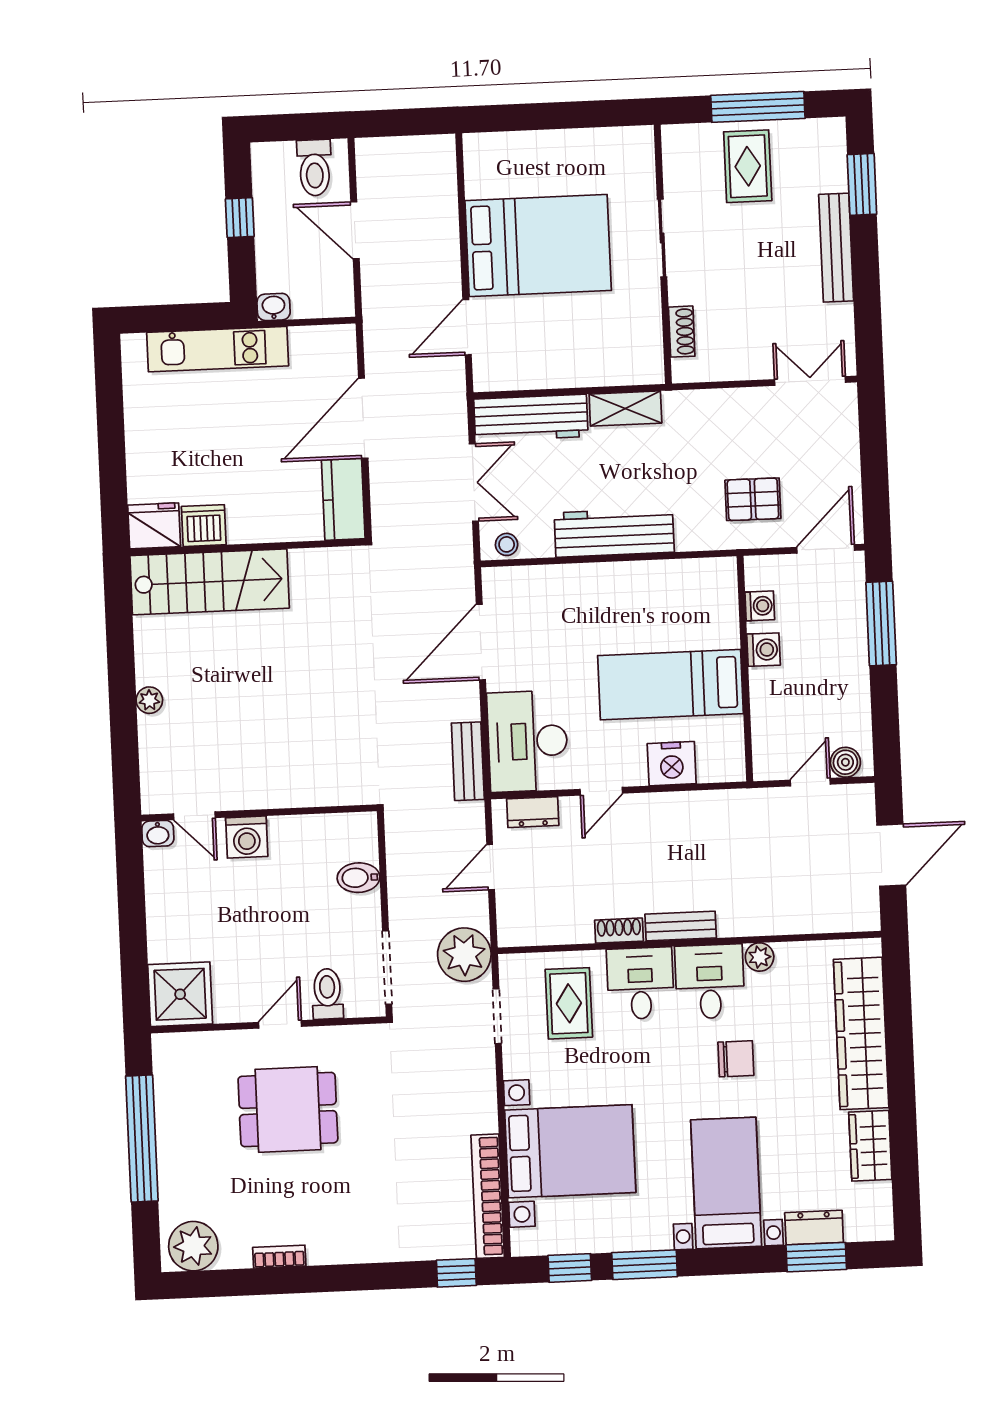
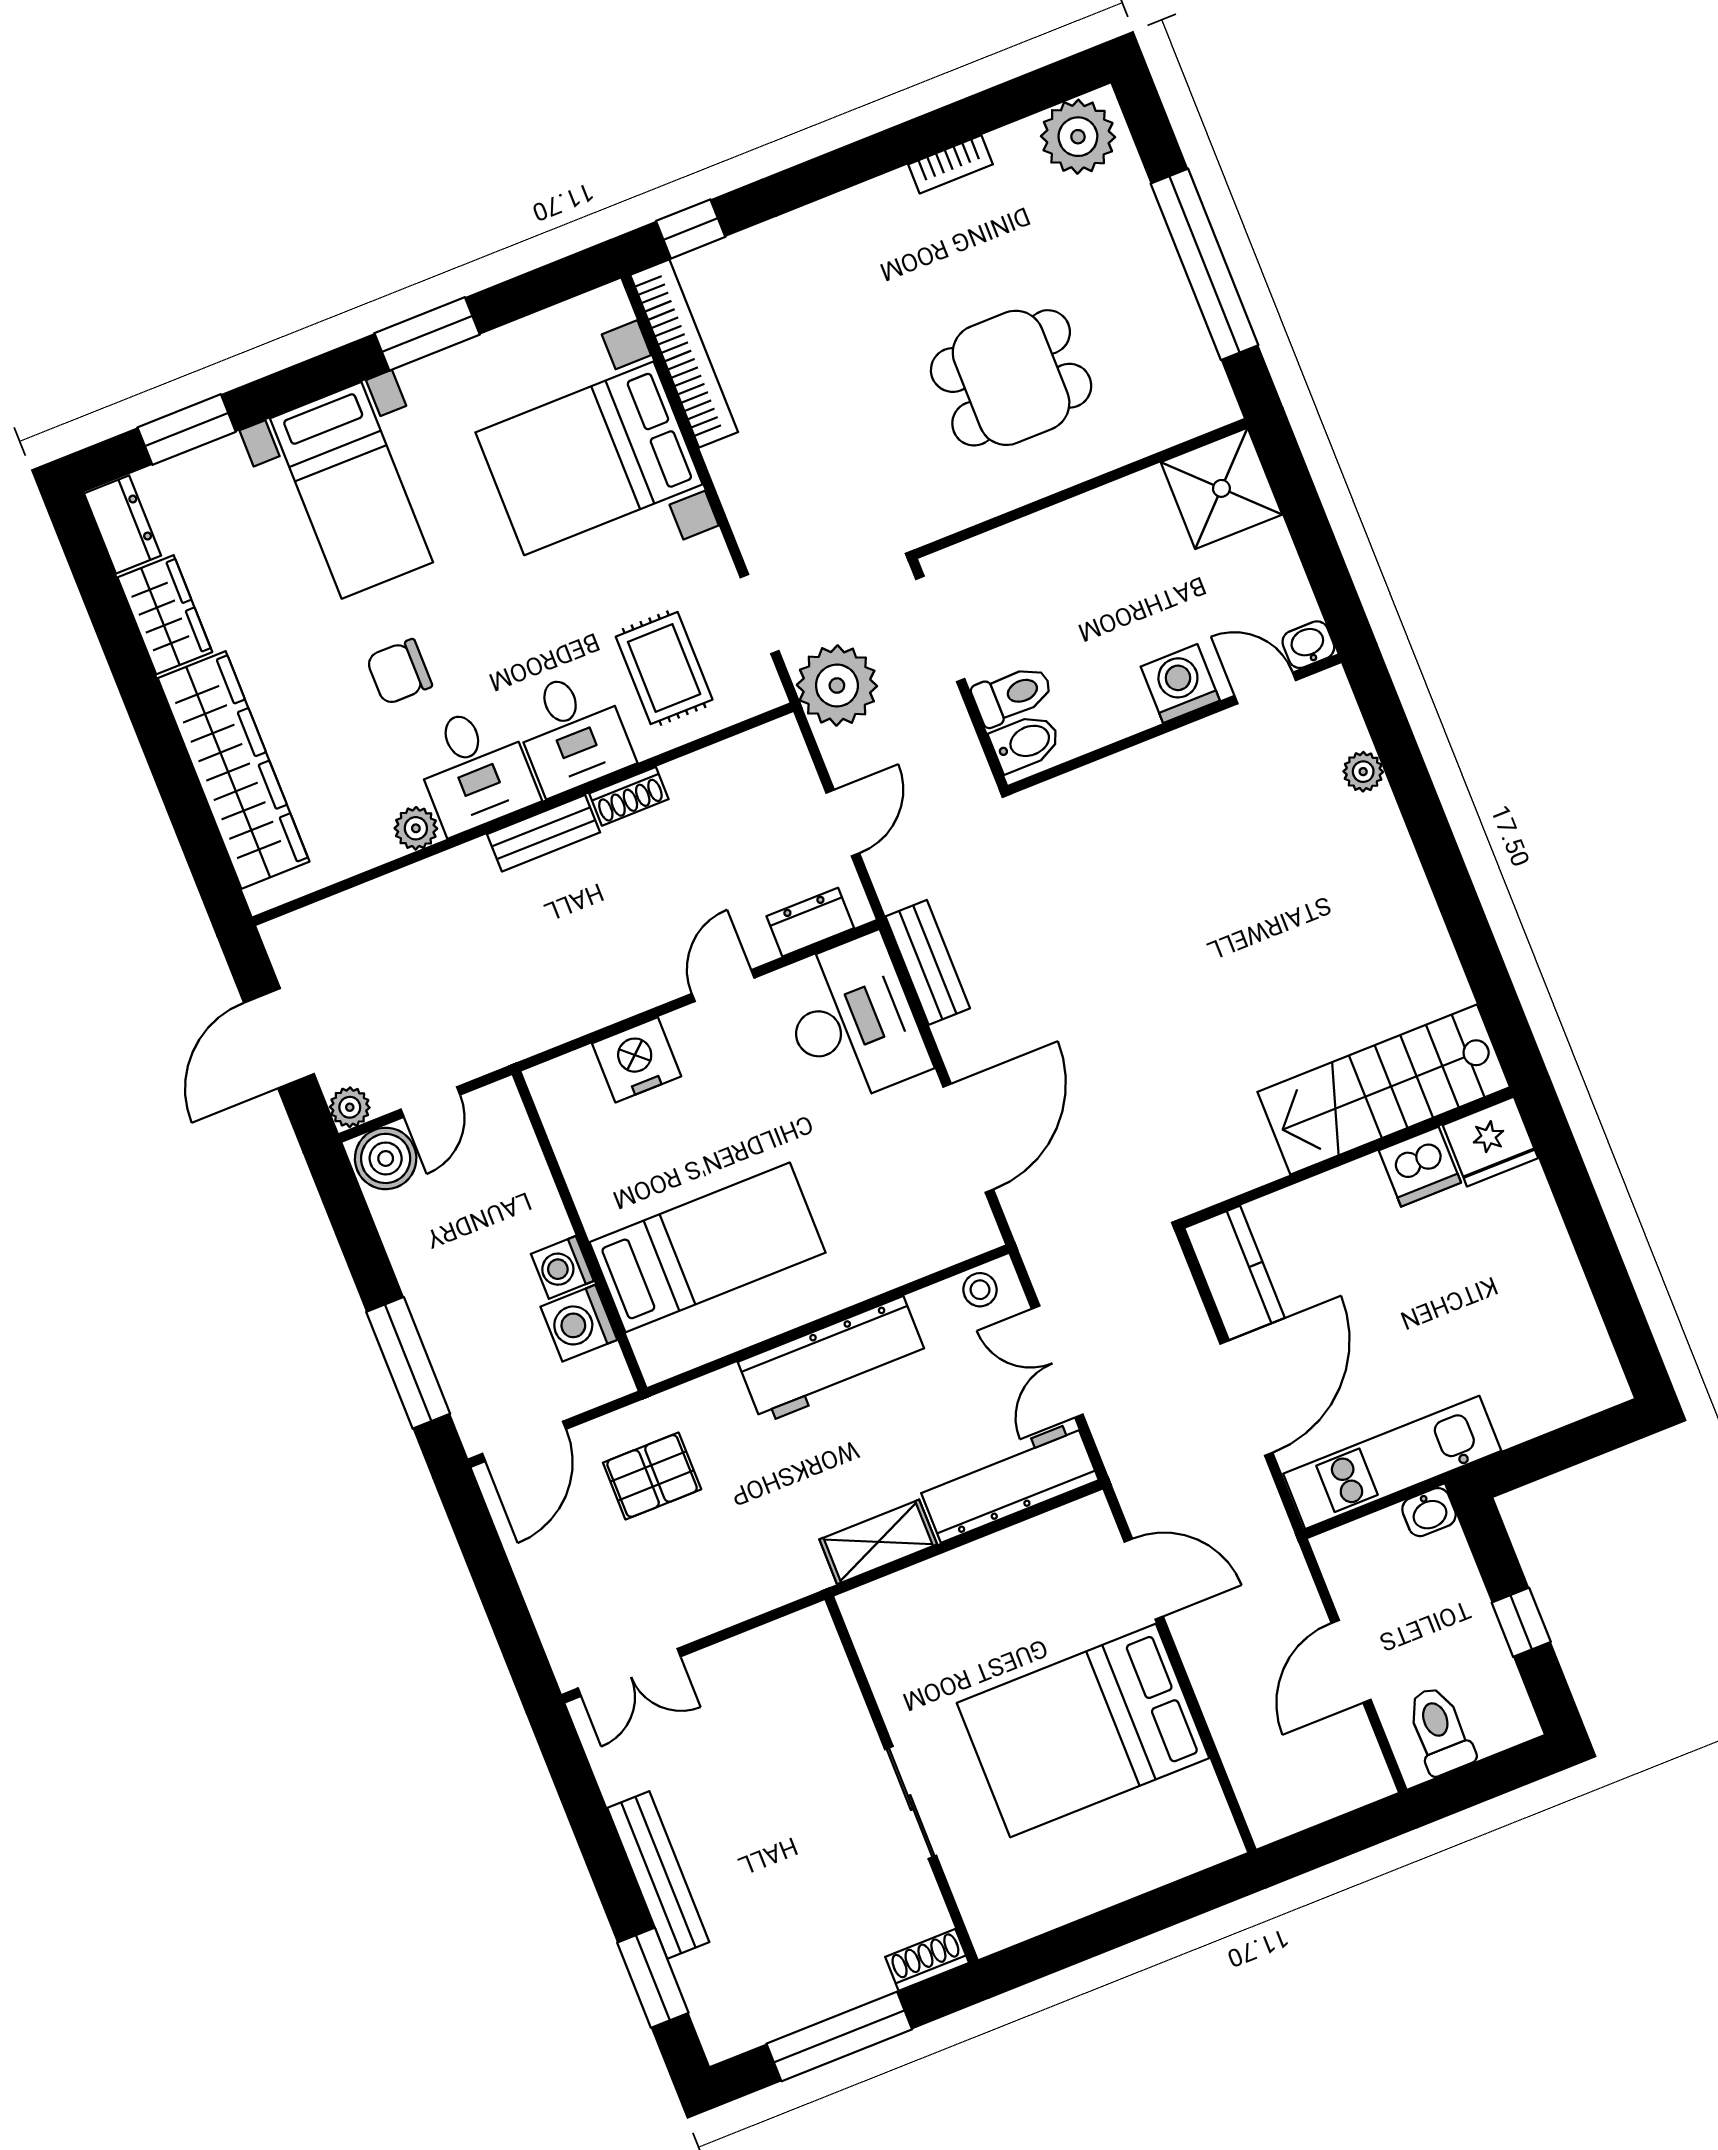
rug: (748, 166) -> (824, 1947), removed
door: (355, 230) -> (1351, 1661), swing flipped
door: (467, 327) -> (1144, 1579), hinge flipped
shoe rack: (682, 332) -> (927, 1960), moved, turned 90
kitchen unit: (218, 349) -> (1392, 1462), moved
washing machine: (760, 606) -> (579, 1323), width x1.38, depth x1.38
bed: (671, 685) -> (708, 1247), moved
plant: (149, 700) -> (1363, 772), moved
boiler: (845, 762) -> (386, 1158), width x1.36, depth x1.36
plant: (862, 797) -> (350, 1107), added
wall: (259, 813) -> (1175, 724), moved
door: (194, 816) -> (1265, 688), moved
washbasin: (158, 834) -> (1308, 645), moved
washing machine: (247, 837) -> (1180, 684), moved
toilet: (327, 994) -> (1013, 695), moved, turned -90
door: (280, 1024) -> (1064, 495), removed
dresser: (814, 1228) -> (123, 525), moved, turned -90
window: (570, 1268) -> (532, 292), removed

